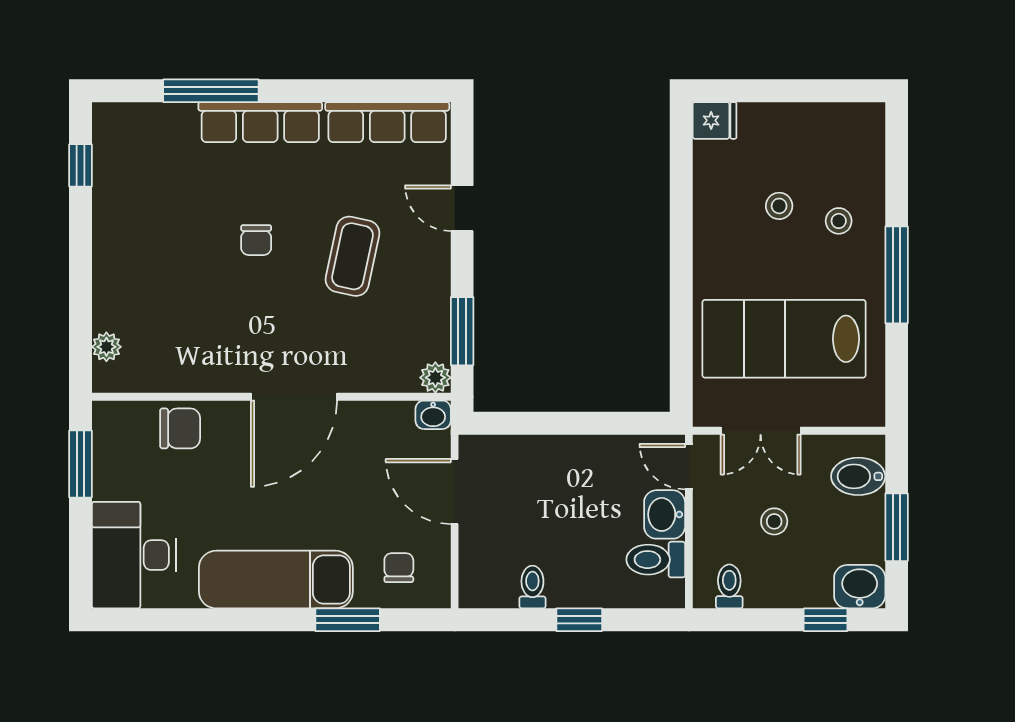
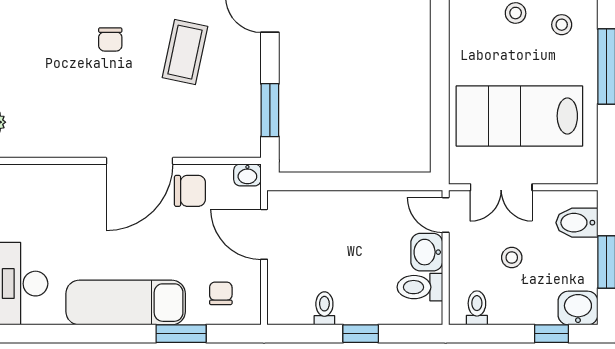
plant: (435, 378) -> (249, 146), removed
chair: (180, 428) -> (190, 191), moved

